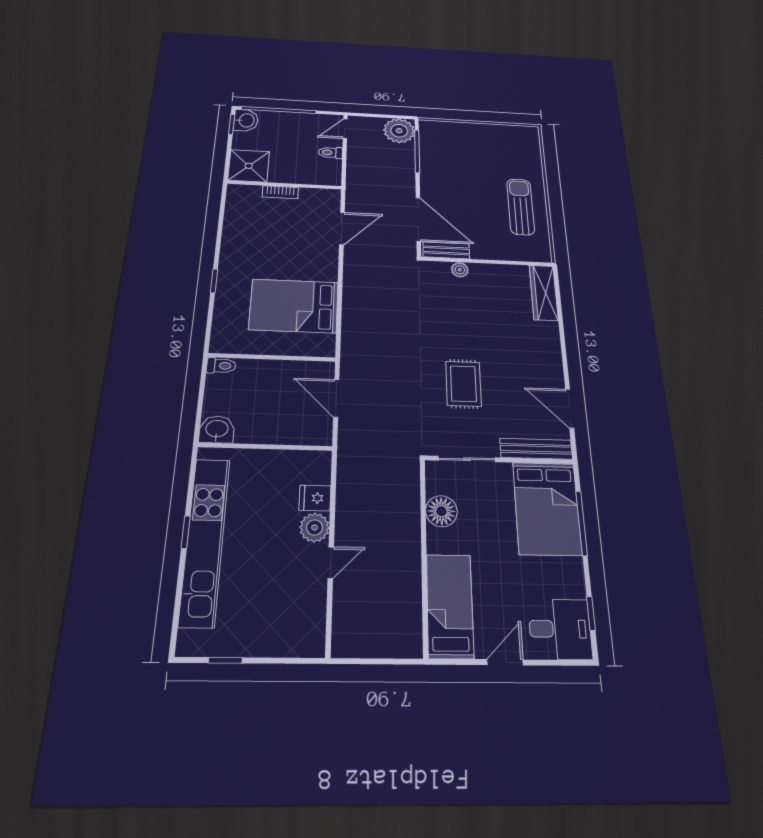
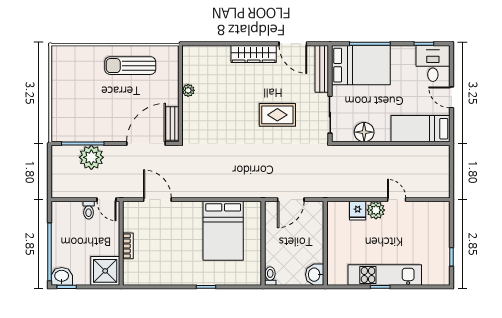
door: (345, 129) -> (107, 200), moved
plant: (399, 131) -> (91, 157), moved
plant: (460, 270) -> (188, 90), moved
wardrobe: (544, 293) -> (254, 54), moved
door: (570, 409) -> (293, 44), hinge flipped
kitchen unit: (205, 540) -> (385, 275), width x0.73

